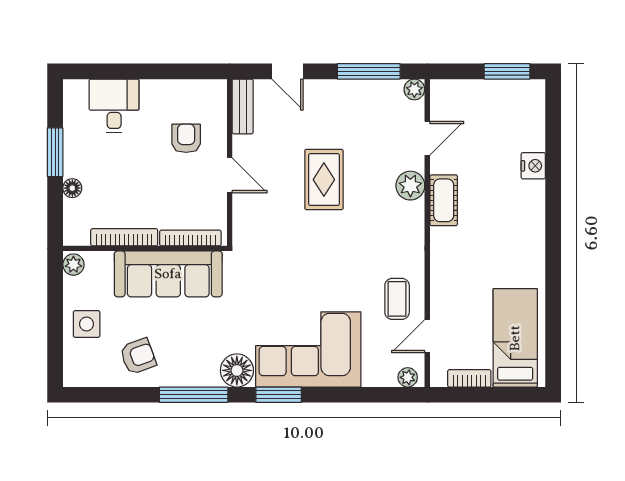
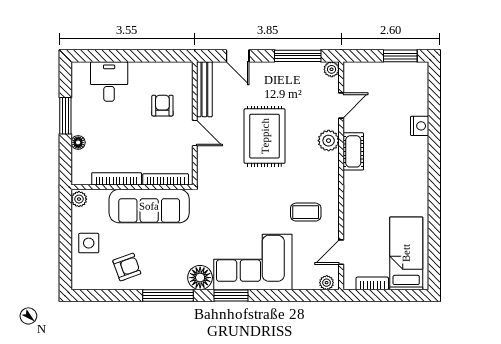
bench: (243, 106) -> (204, 89), width x1.36
rug: (324, 180) -> (265, 136), width x1.36, depth x1.43
coffee table: (397, 299) -> (306, 212), moved, turned 90

